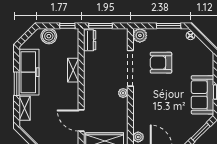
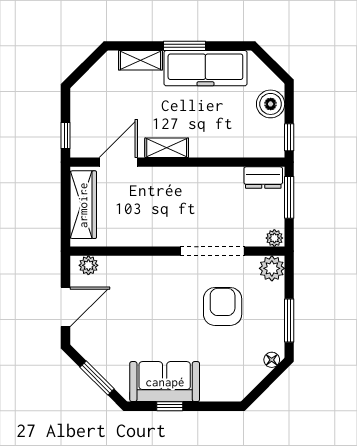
shelving: (73, 70) -> (167, 148), moved
plant: (123, 93) -> (274, 238), moved

